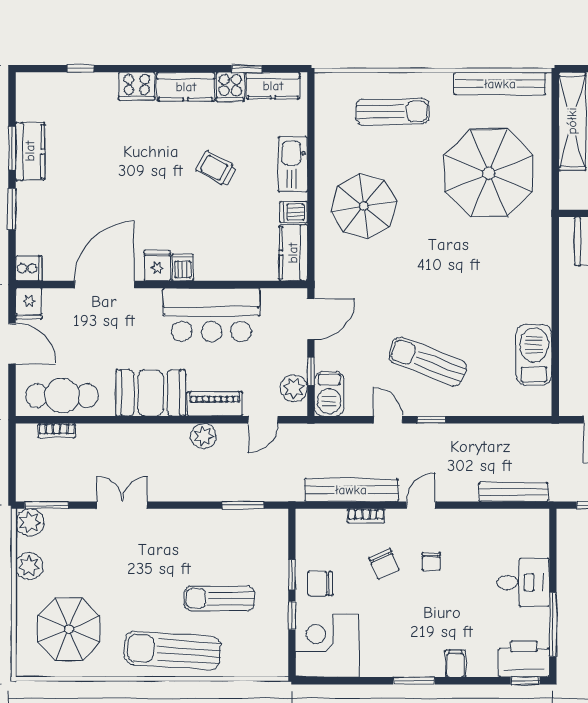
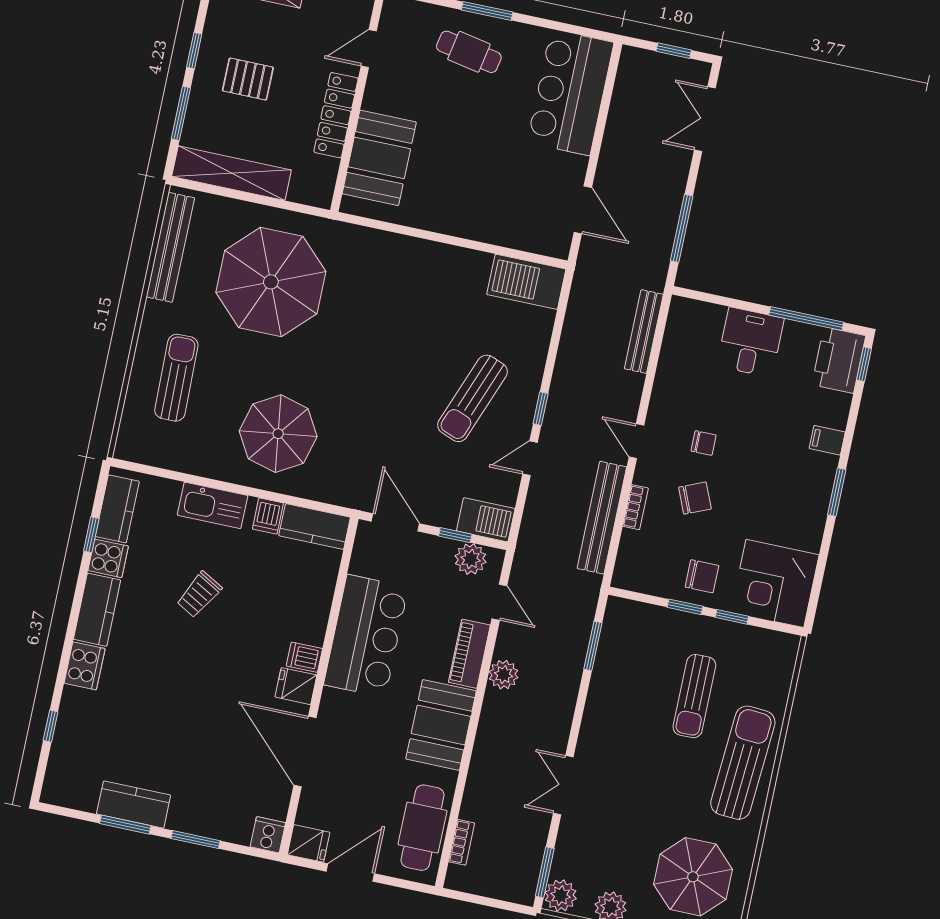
barbecue: (534, 355) -> (526, 282), moved
chair: (320, 583) -> (702, 576), turned -90
sun lounger: (173, 650) -> (743, 763), turned 180

